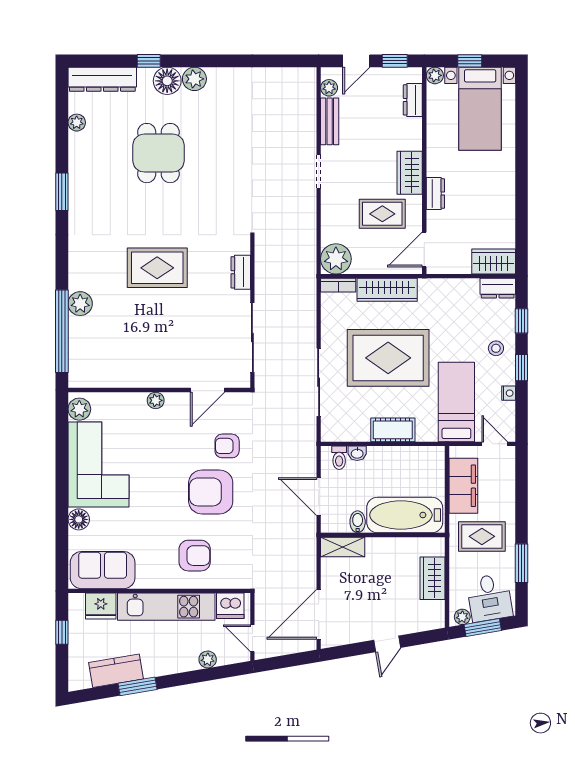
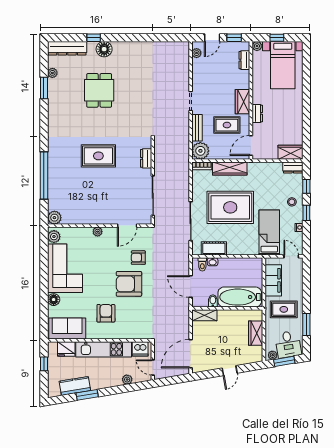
plant: (194, 79) -> (120, 48), removed
bench: (330, 121) -> (197, 128), moved
window: (62, 192) -> (44, 88), moved
plant: (80, 304) -> (54, 218), moved
window: (62, 331) -> (44, 176), moved
cot: (393, 430) -> (214, 248), moved
armchair: (195, 556) -> (106, 313), moved, turned -90

